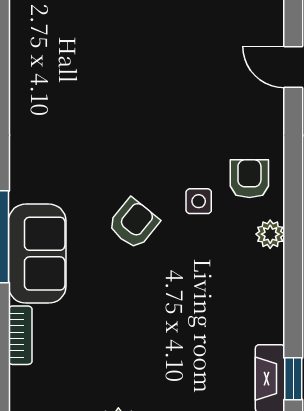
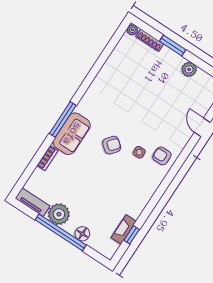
armchair: (249, 179) -> (162, 156), turned -90
plant: (270, 234) -> (156, 180), removed

